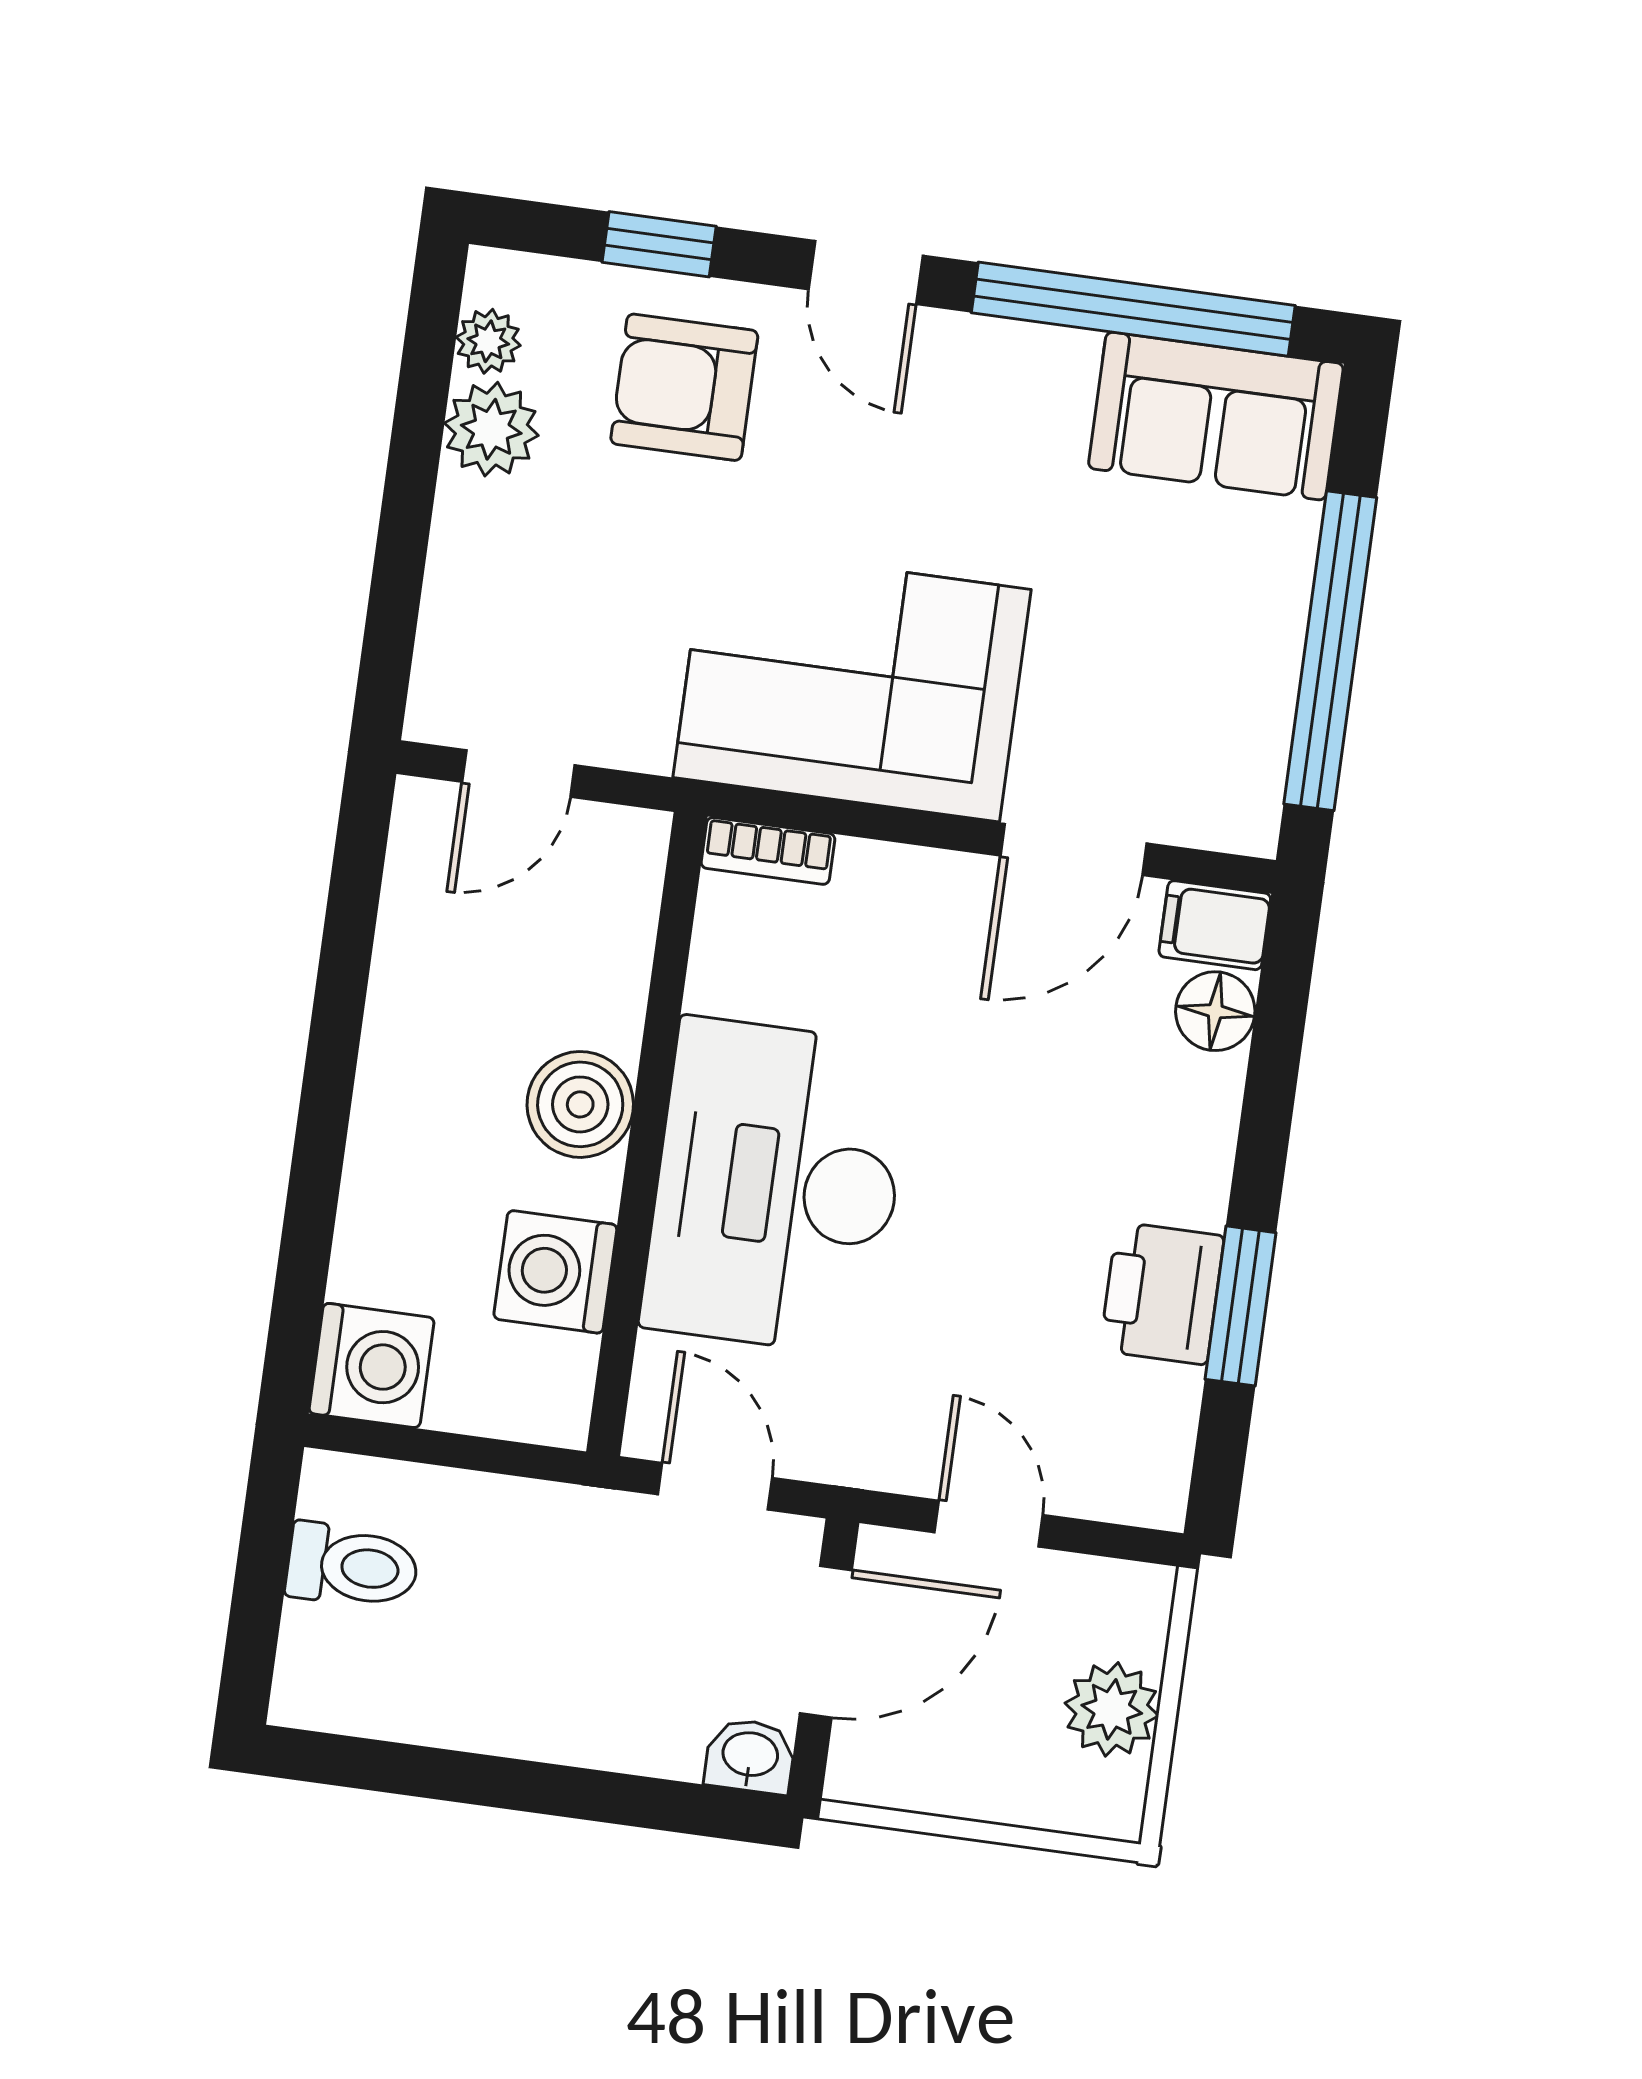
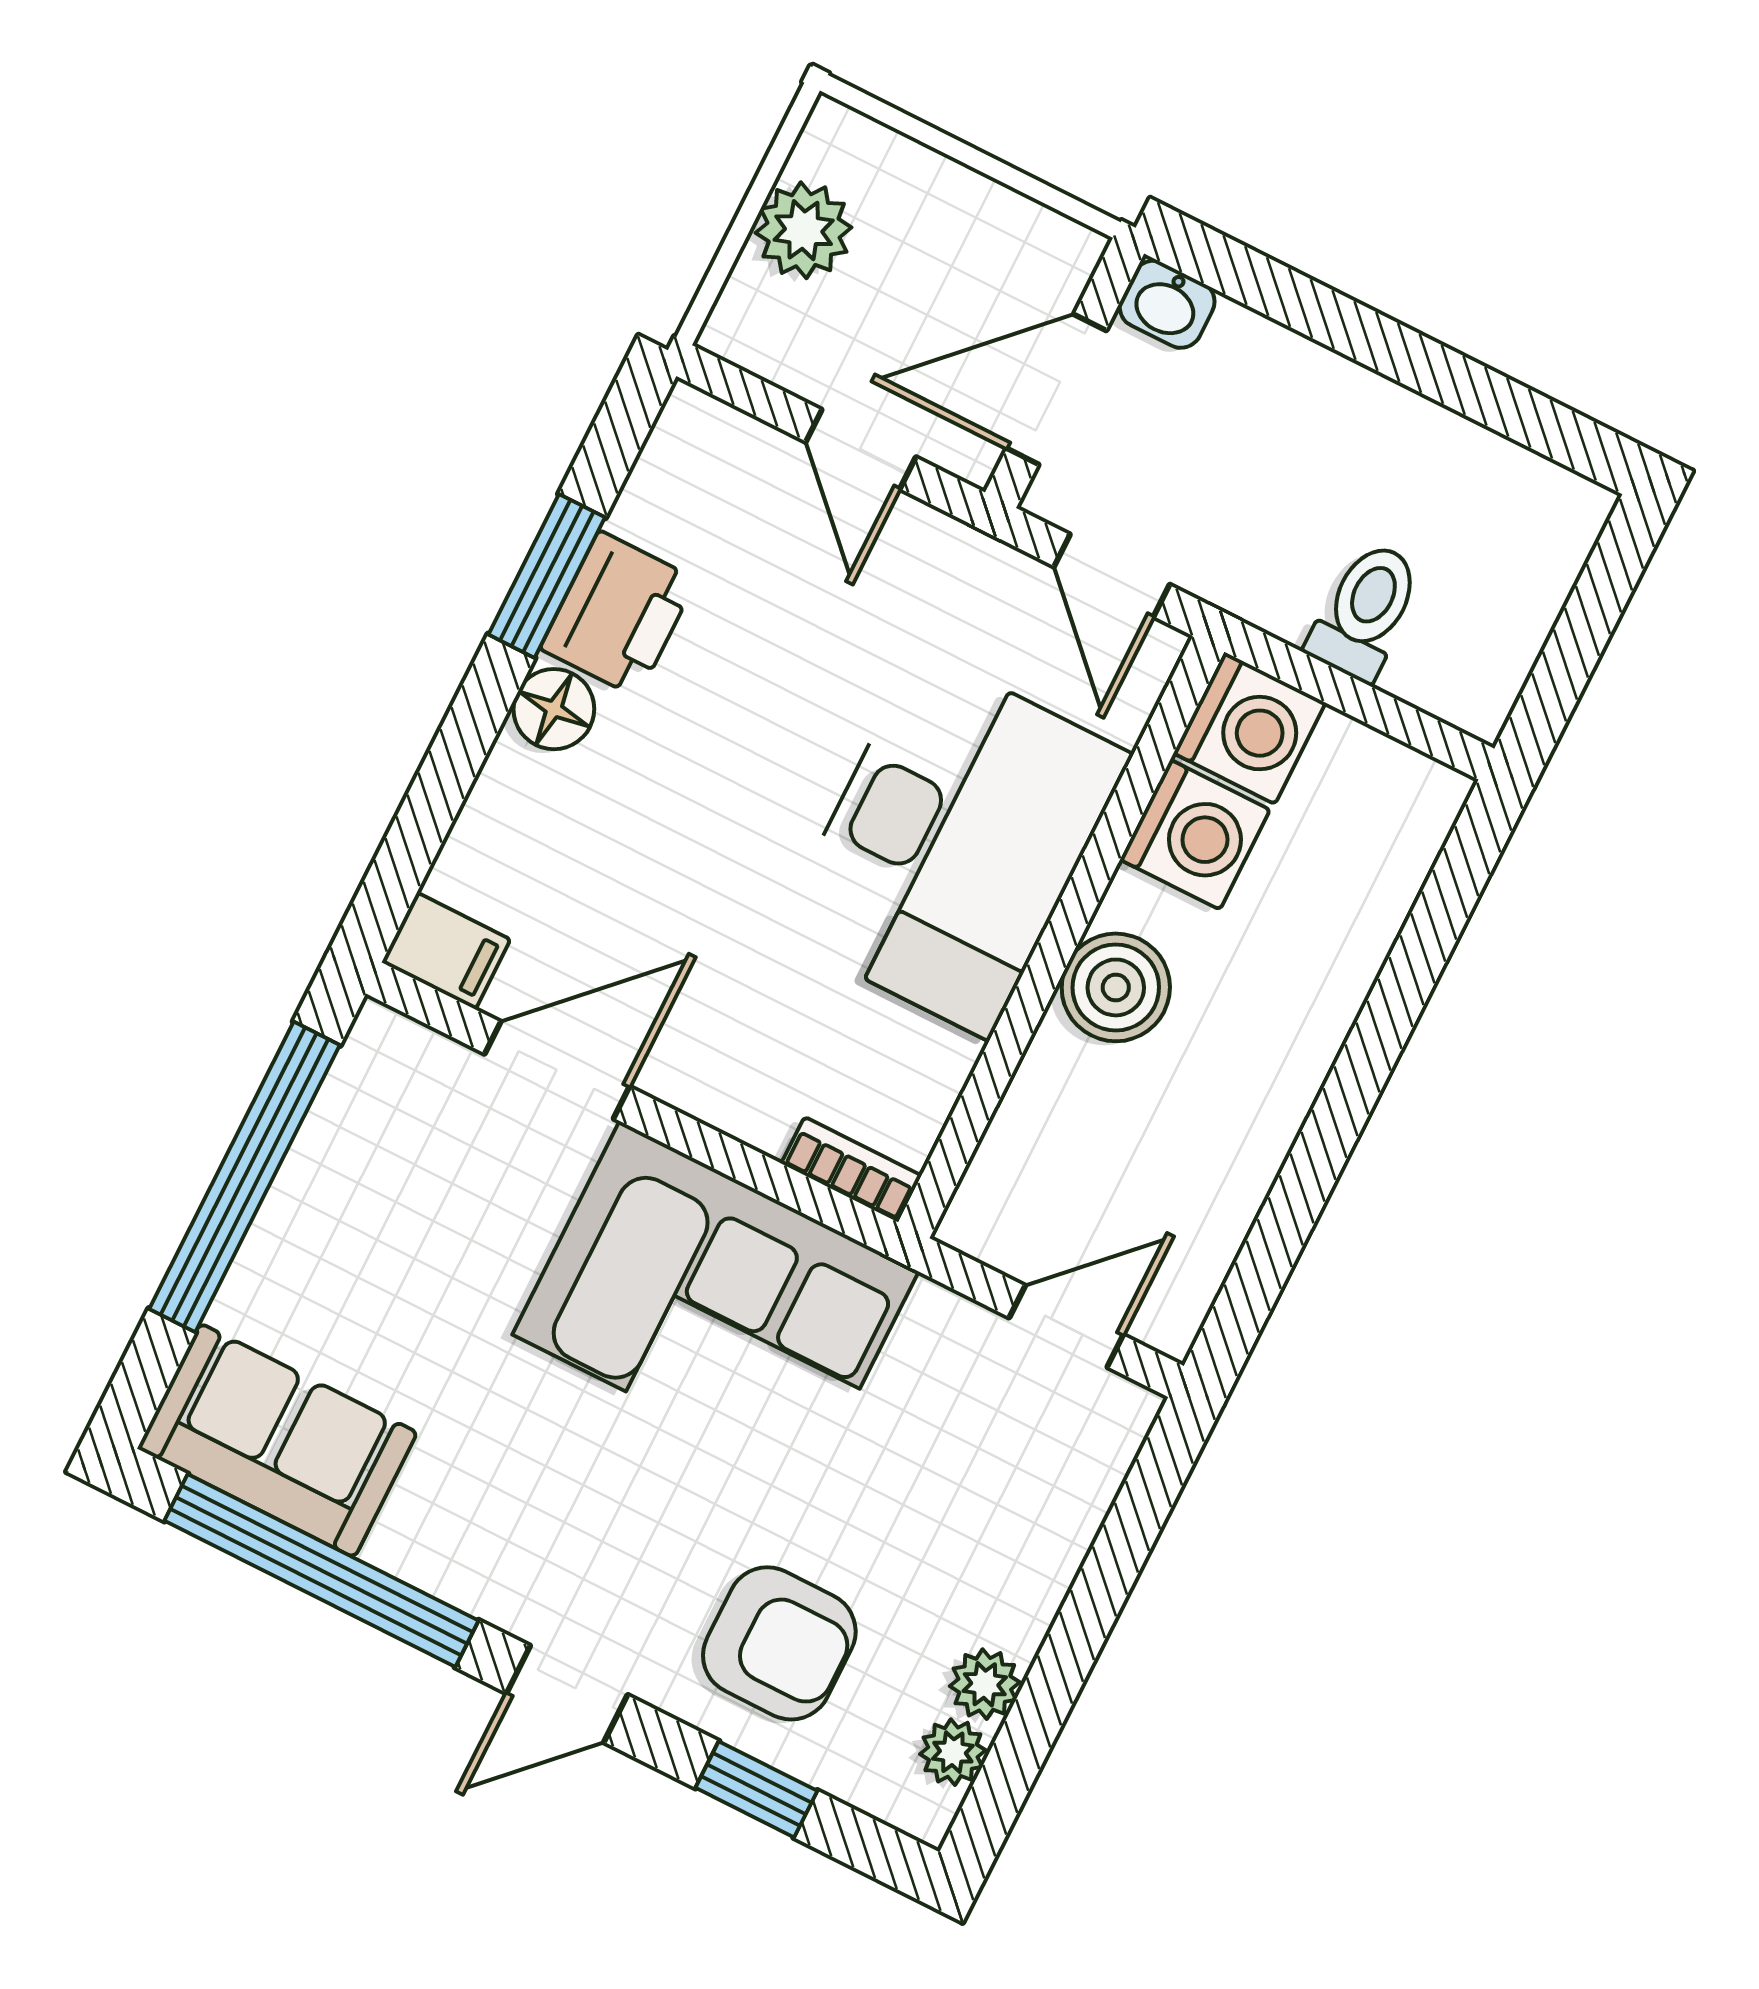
door: (866, 272) -> (567, 1694), swing flipped
plant: (491, 429) -> (985, 1684), width x0.73, depth x0.73
floor lamp: (1215, 1011) -> (554, 709), moved
washing machine: (372, 1366) -> (1250, 728), moved, turned 180
toilet: (352, 1566) -> (1365, 611), moved, turned 90

